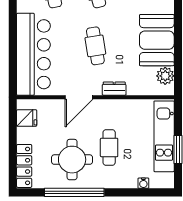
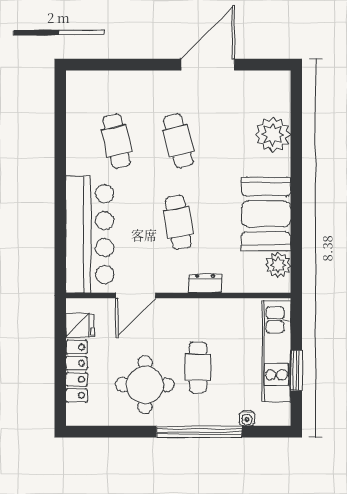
door: (79, 97) -> (136, 296), moved
locker: (24, 166) -> (77, 371), moved
window: (74, 192) -> (199, 432), moved

